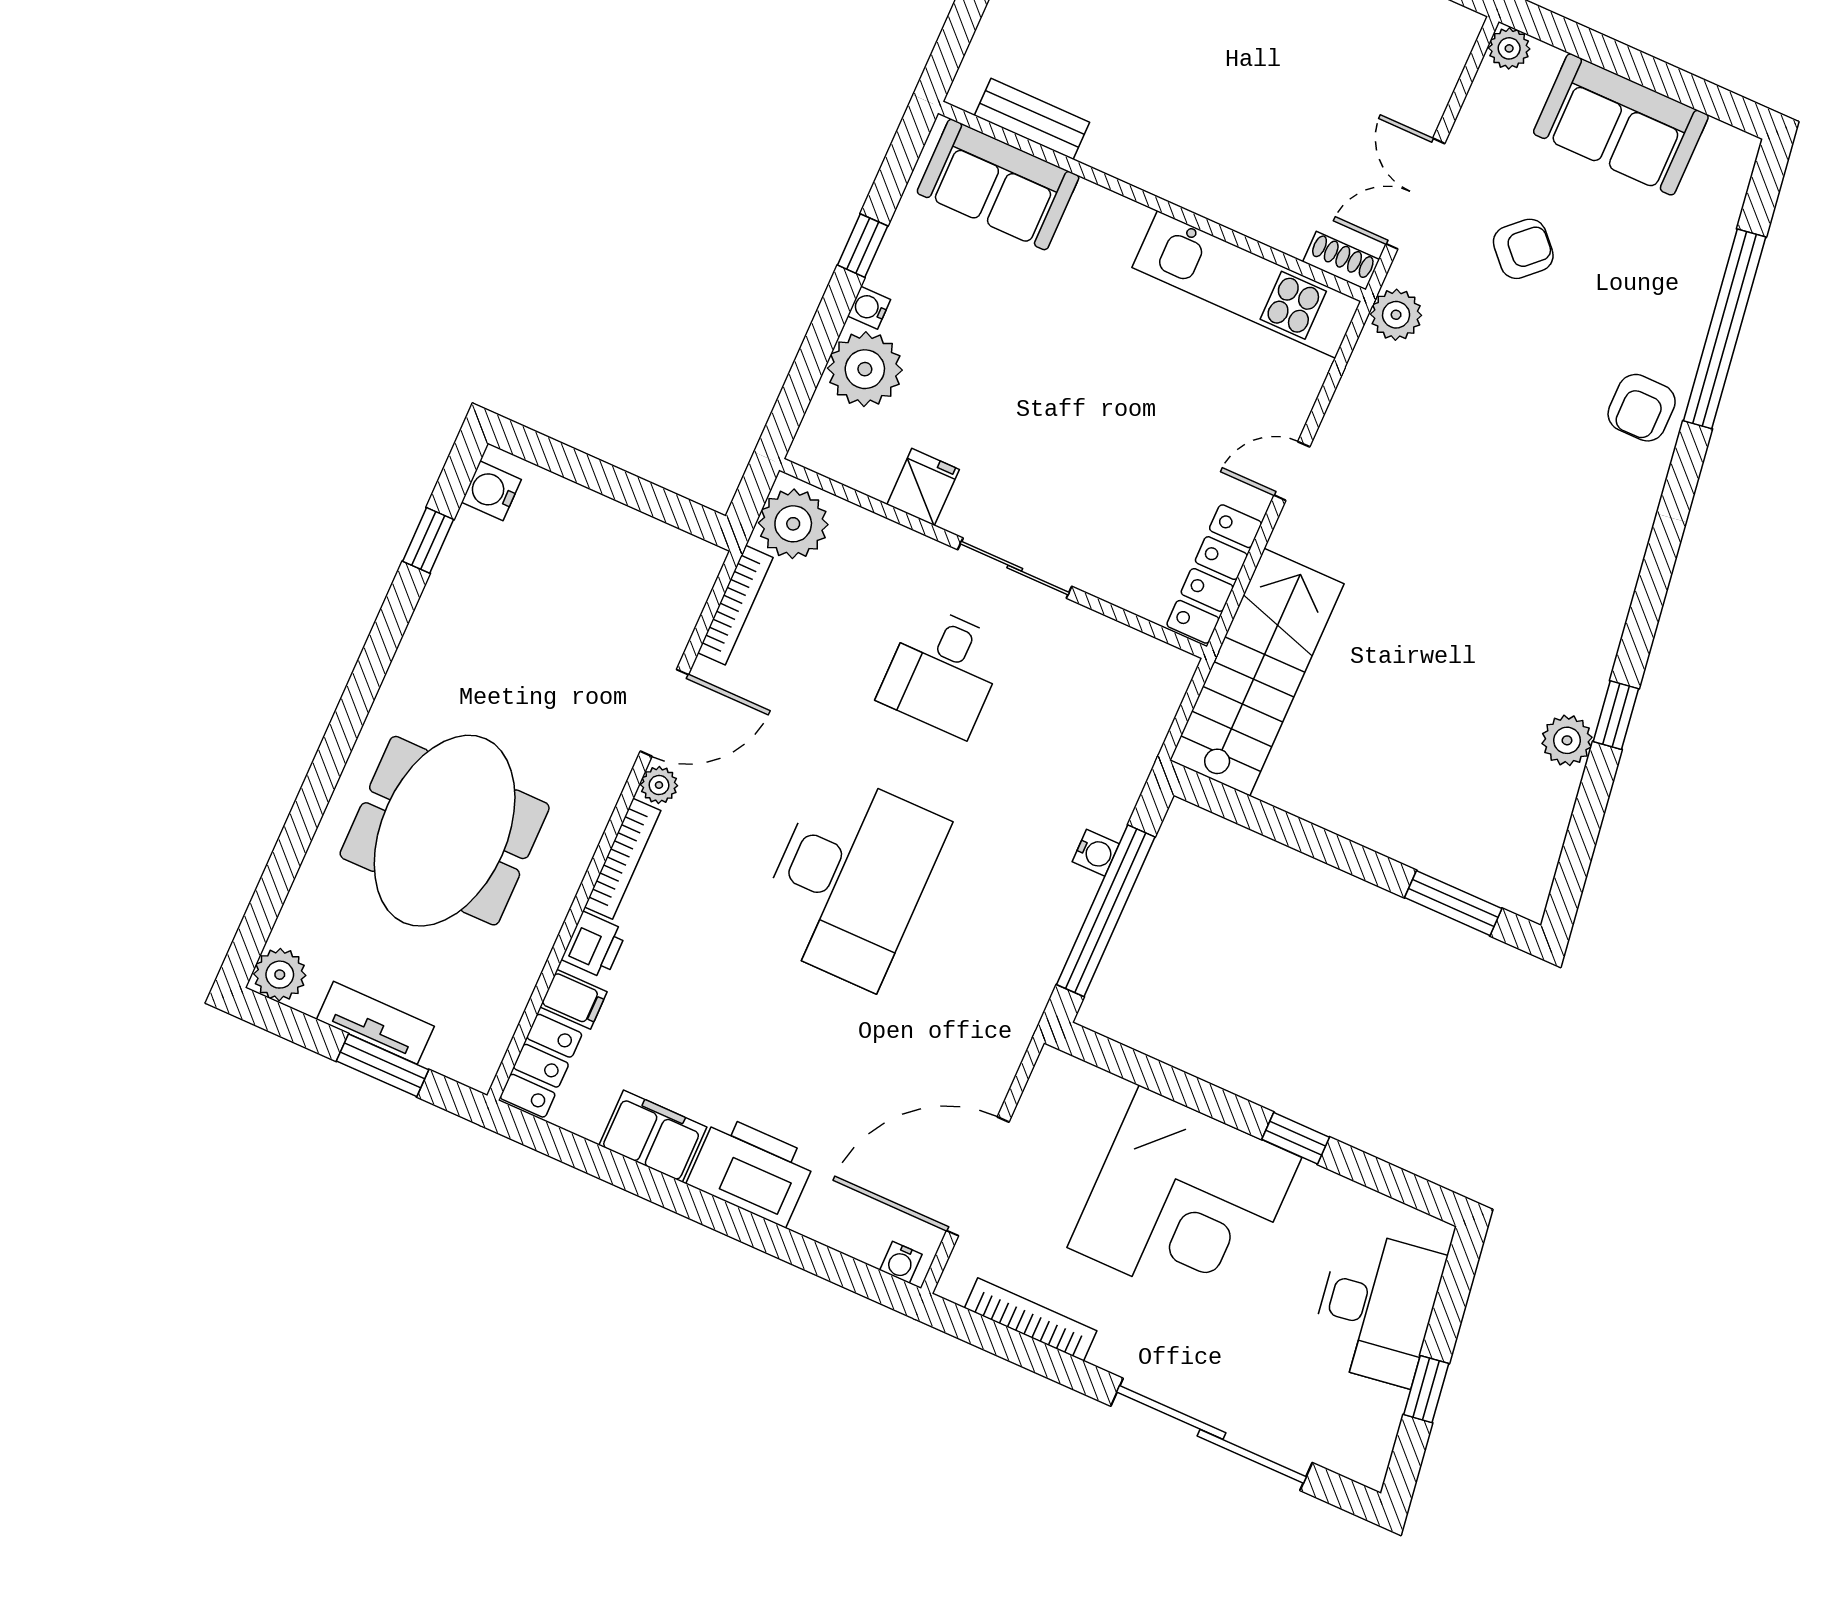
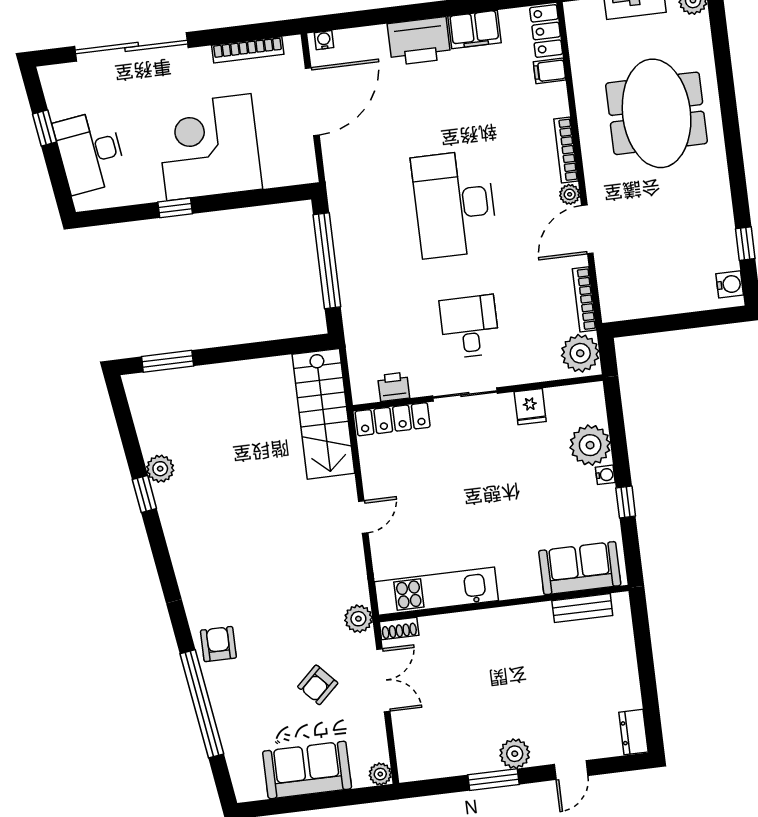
locker: (1214, 574) -> (393, 419), moved, turned 90
water cooler: (1096, 853) -> (348, 285), removed
printer: (594, 945) -> (394, 387), moved, turned 90

